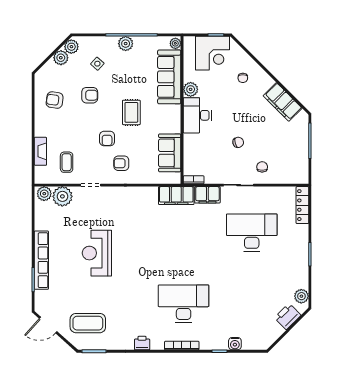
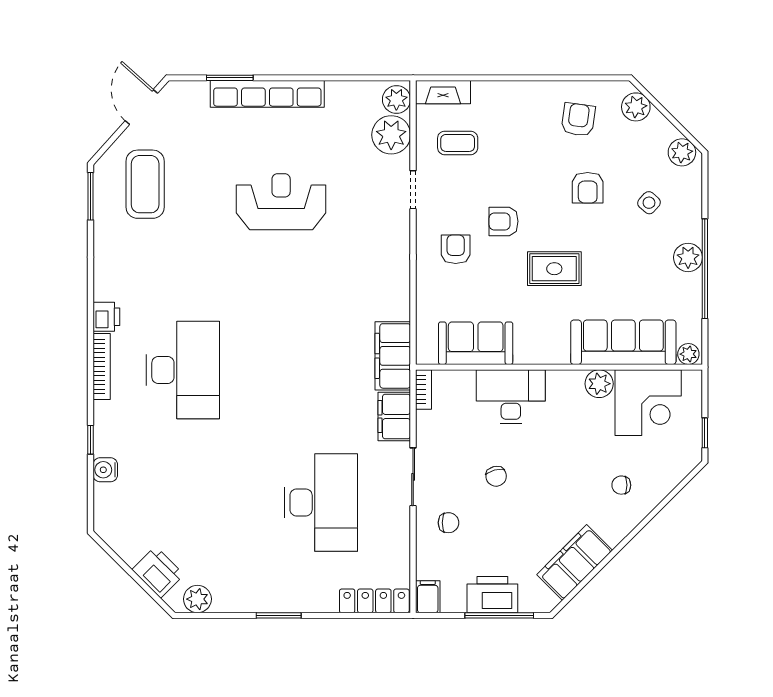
corner desk: (213, 53) -> (648, 403), moved, turned -90
plant: (61, 58) -> (636, 107), moved
desk: (197, 115) -> (511, 397), moved
printer: (299, 144) -> (492, 595), added
fireplace: (40, 151) -> (443, 92), moved
filing cabinet: (300, 178) -> (428, 597), added
printer: (142, 343) -> (106, 317), moved

